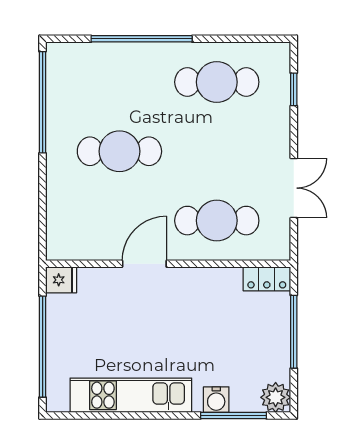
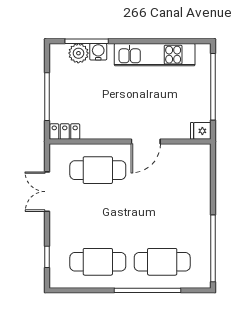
cafe table: (119, 151) -> (162, 262), moved
plant: (276, 397) -> (78, 53), moved

